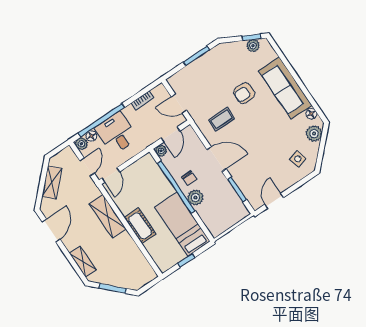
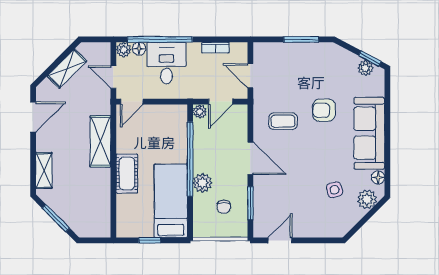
side table: (298, 159) -> (334, 190), moved
door: (87, 167) -> (113, 77), swing flipped
chair: (189, 178) -> (224, 207), moved

